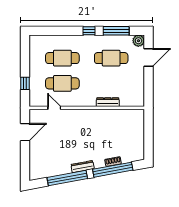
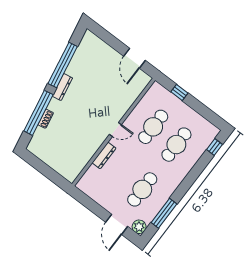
window: (89, 31) -> (214, 147), moved
door: (54, 108) -> (115, 129), moved

